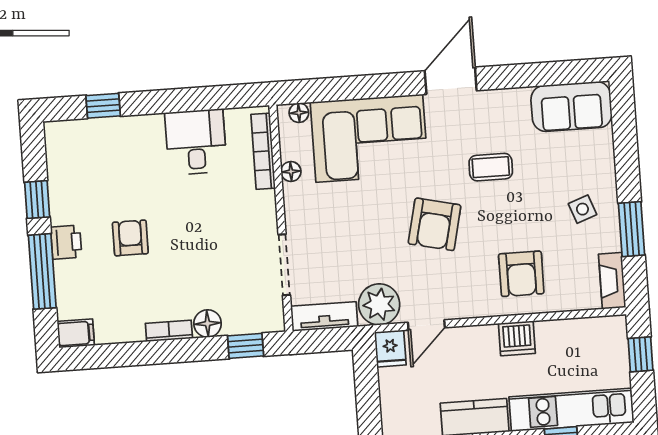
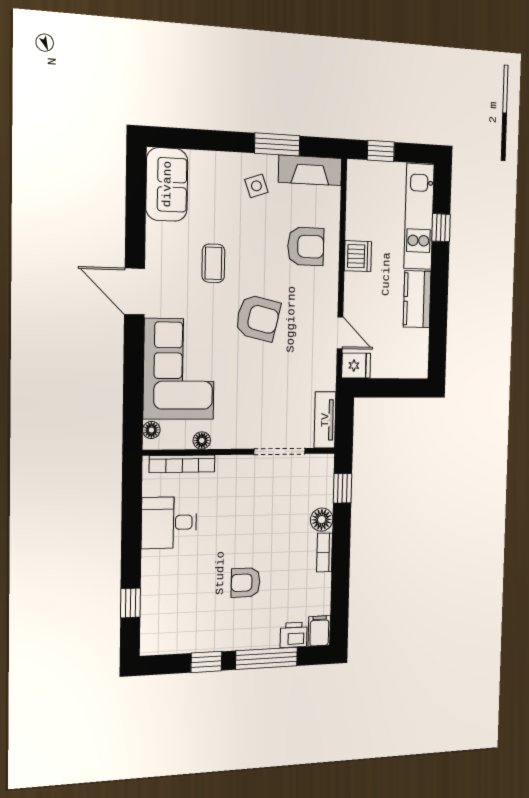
printer: (66, 242) -> (294, 635), moved
fireplace: (612, 281) -> (310, 170), width x1.37, depth x1.32
plant: (379, 304) -> (320, 372), removed

